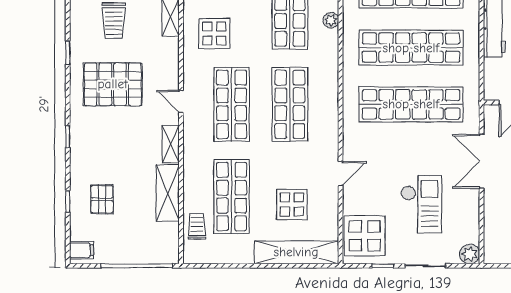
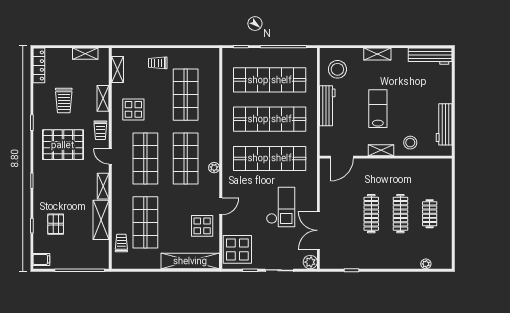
plant: (331, 20) -> (214, 168), moved
trolley: (167, 64) -> (100, 130), added
double door: (482, 161) -> (318, 230), moved
display table: (292, 204) -> (202, 226), moved
checkout: (421, 204) -> (281, 207), moved

